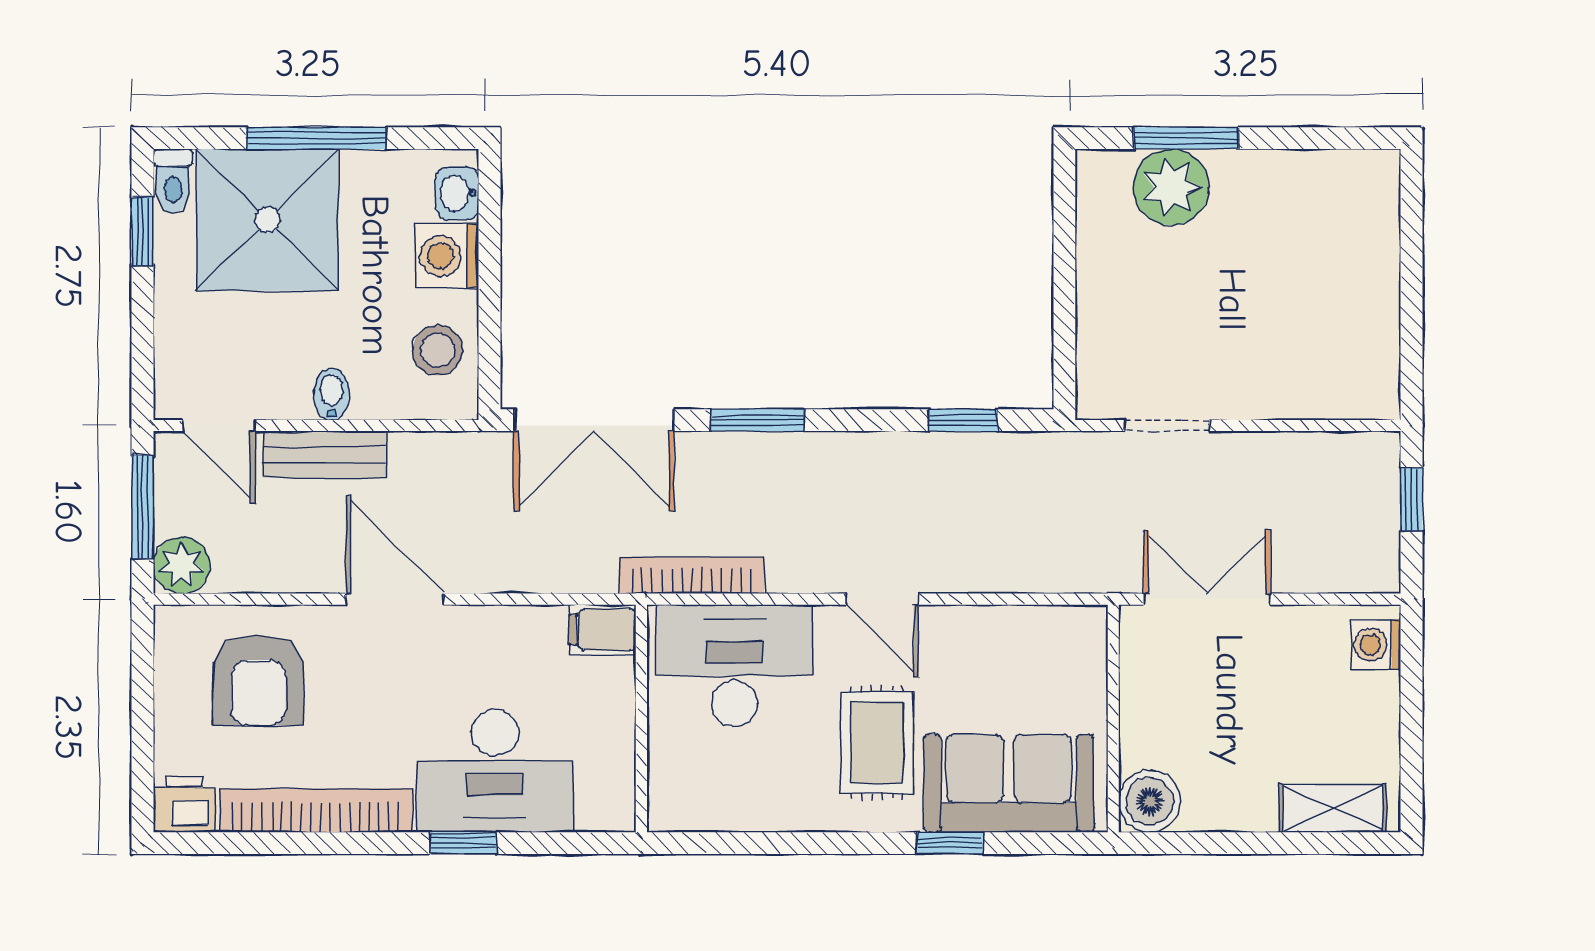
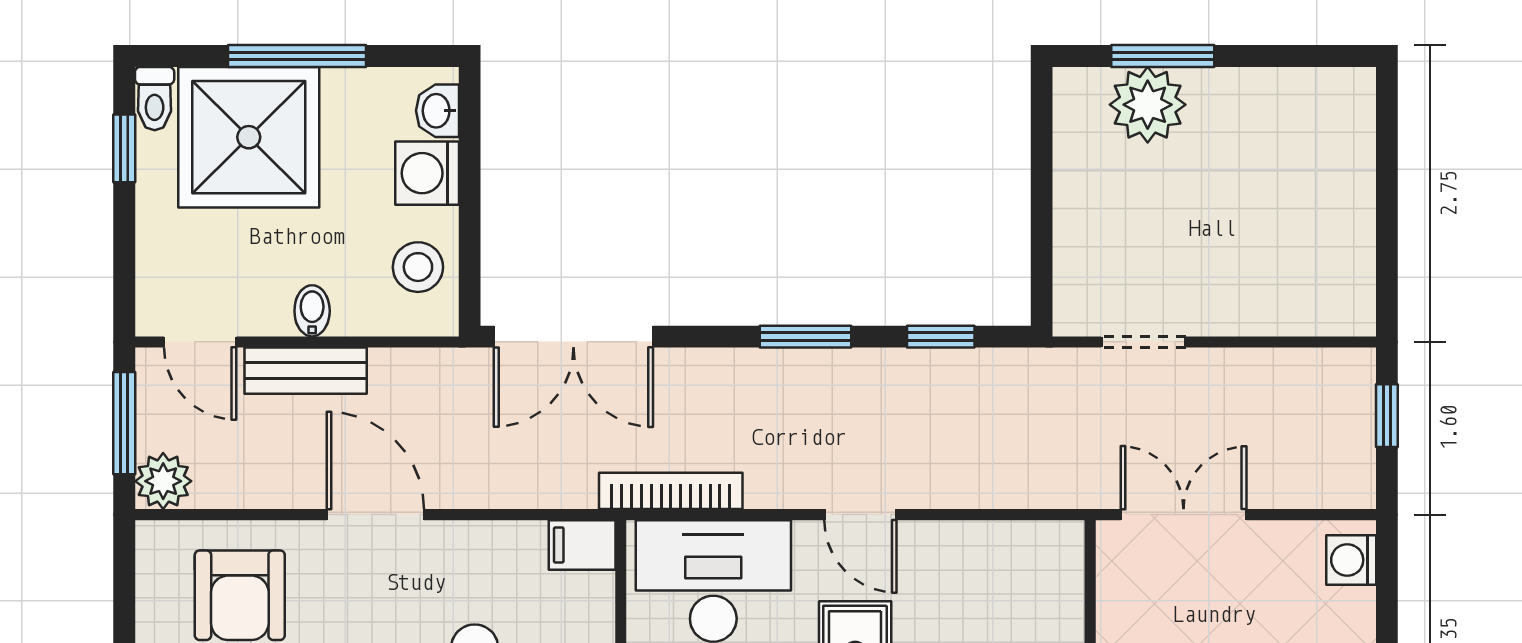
window: (757, 420) -> (805, 337), moved

